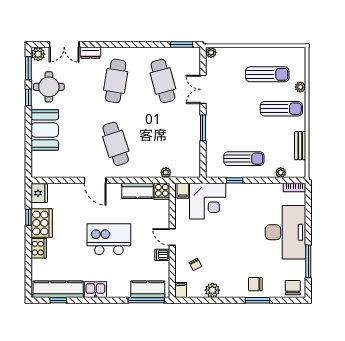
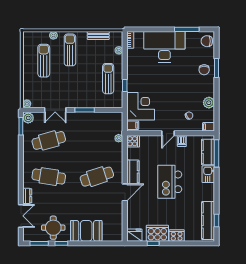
plant: (38, 54) -> (28, 118), moved
kitchen counter: (137, 191) -> (133, 172), moved
kitchen sink: (95, 290) -> (208, 174), moved

